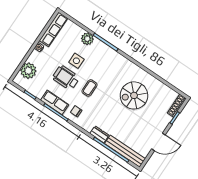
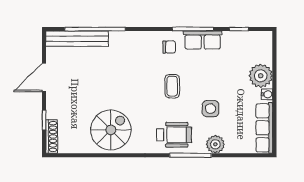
plant: (28, 71) -> (261, 76), moved
wheelchair: (66, 78) -> (174, 135), moved
spiral stairs: (134, 95) -> (111, 130), moved
dresser: (99, 134) -> (122, 38), removed

